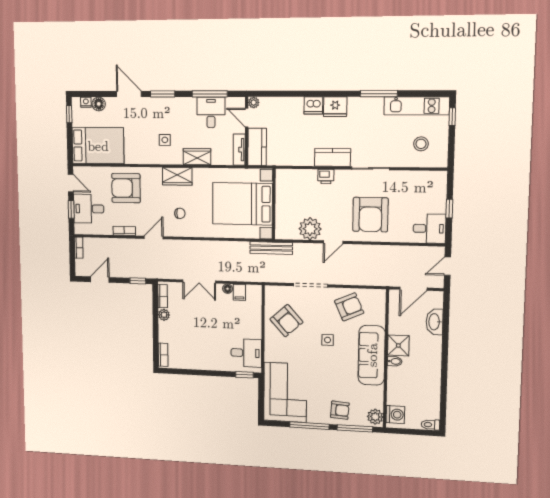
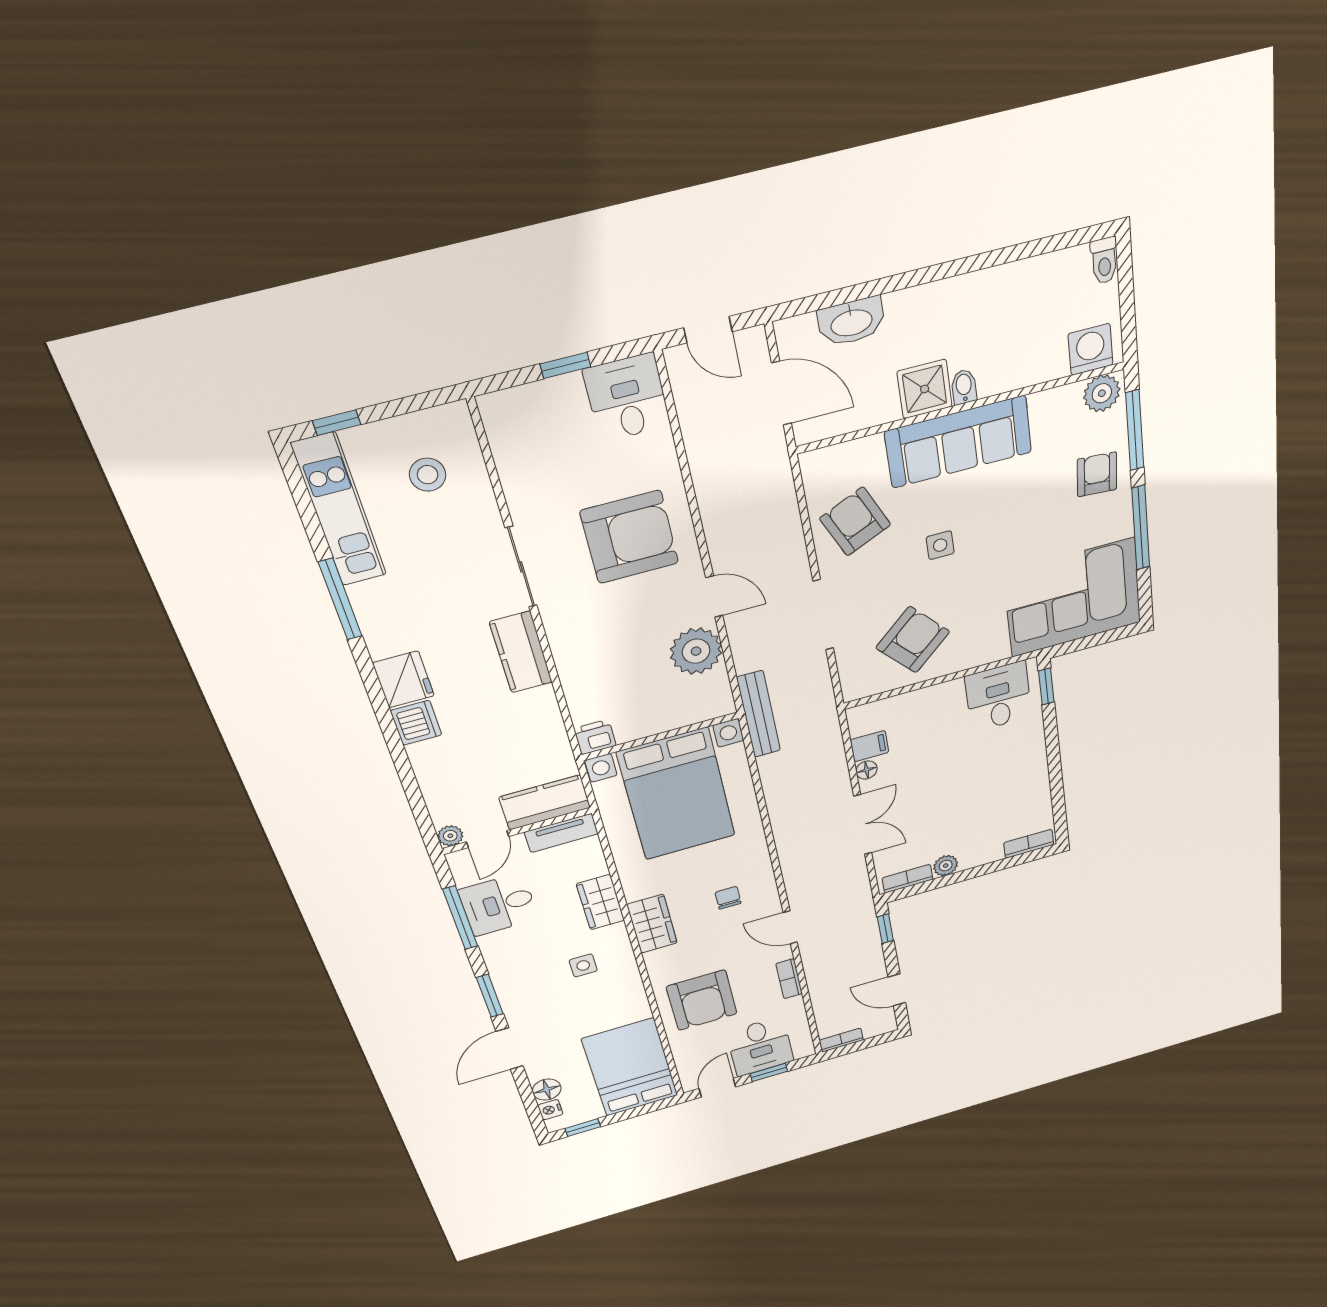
printer: (326, 177) -> (595, 737), moved, turned -90

